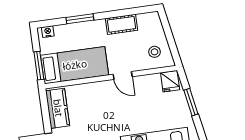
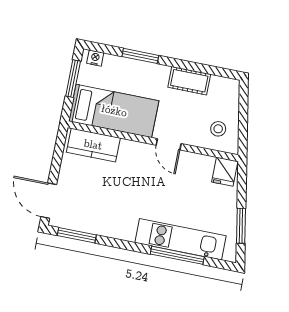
window: (39, 66) -> (73, 79), moved
window: (191, 102) -> (241, 226), moved
kitchen counter: (58, 108) -> (93, 145), moved, turned 90

